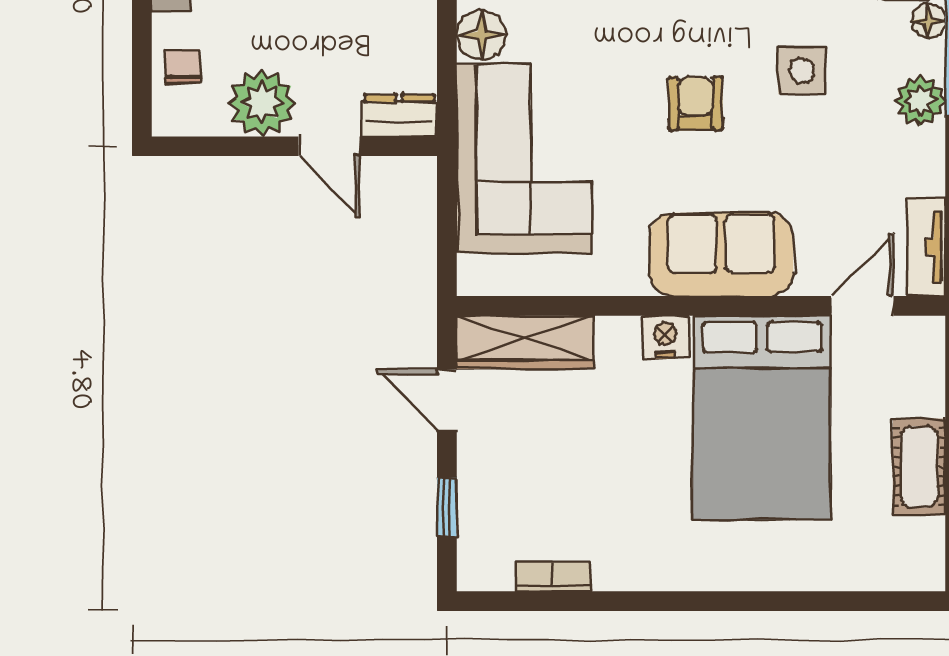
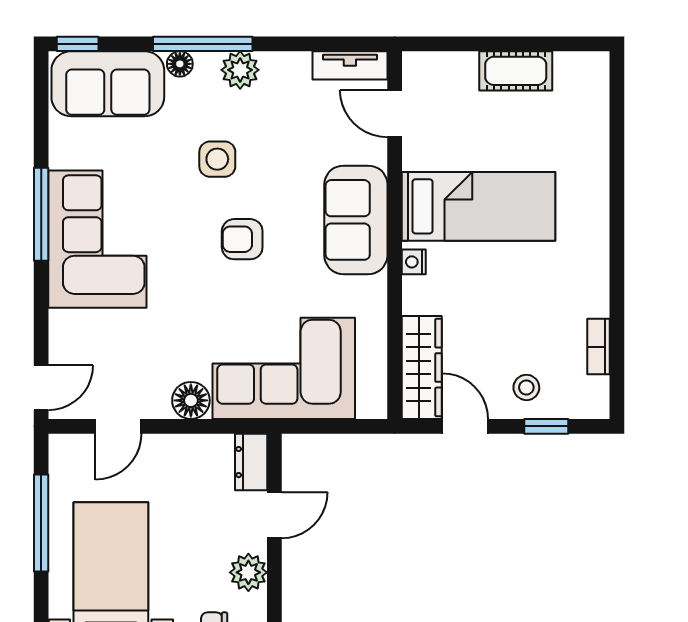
plant: (262, 103) -> (248, 572), width x0.73, depth x0.73
nightstand: (665, 337) -> (414, 262), width x0.72, depth x0.74
door: (447, 400) -> (465, 426), swing flipped
bed: (762, 417) -> (478, 206), width x0.67
stool: (499, 481) -> (526, 387), added

